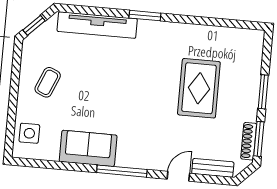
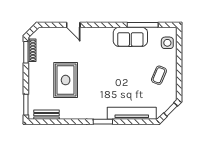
window: (263, 92) -> (26, 105), moved
bench: (213, 168) -> (46, 115), moved
window: (122, 171) -> (143, 25), moved
door: (178, 176) -> (73, 25), hinge flipped

